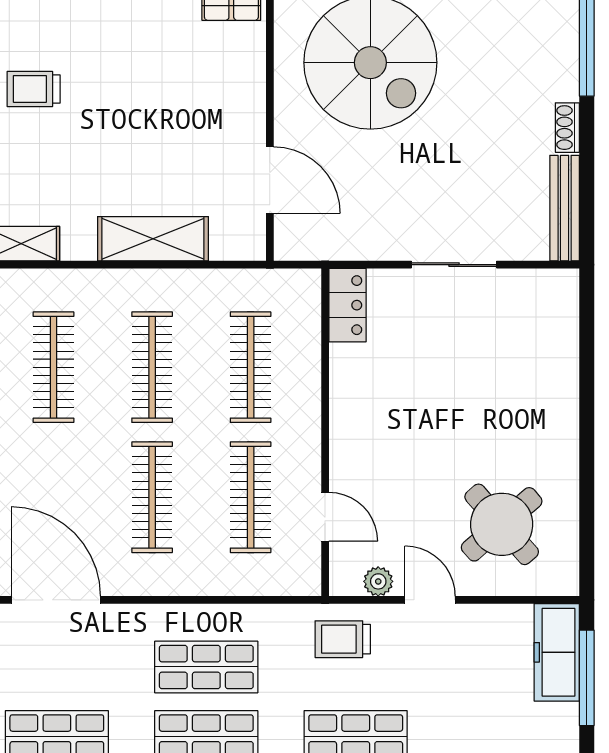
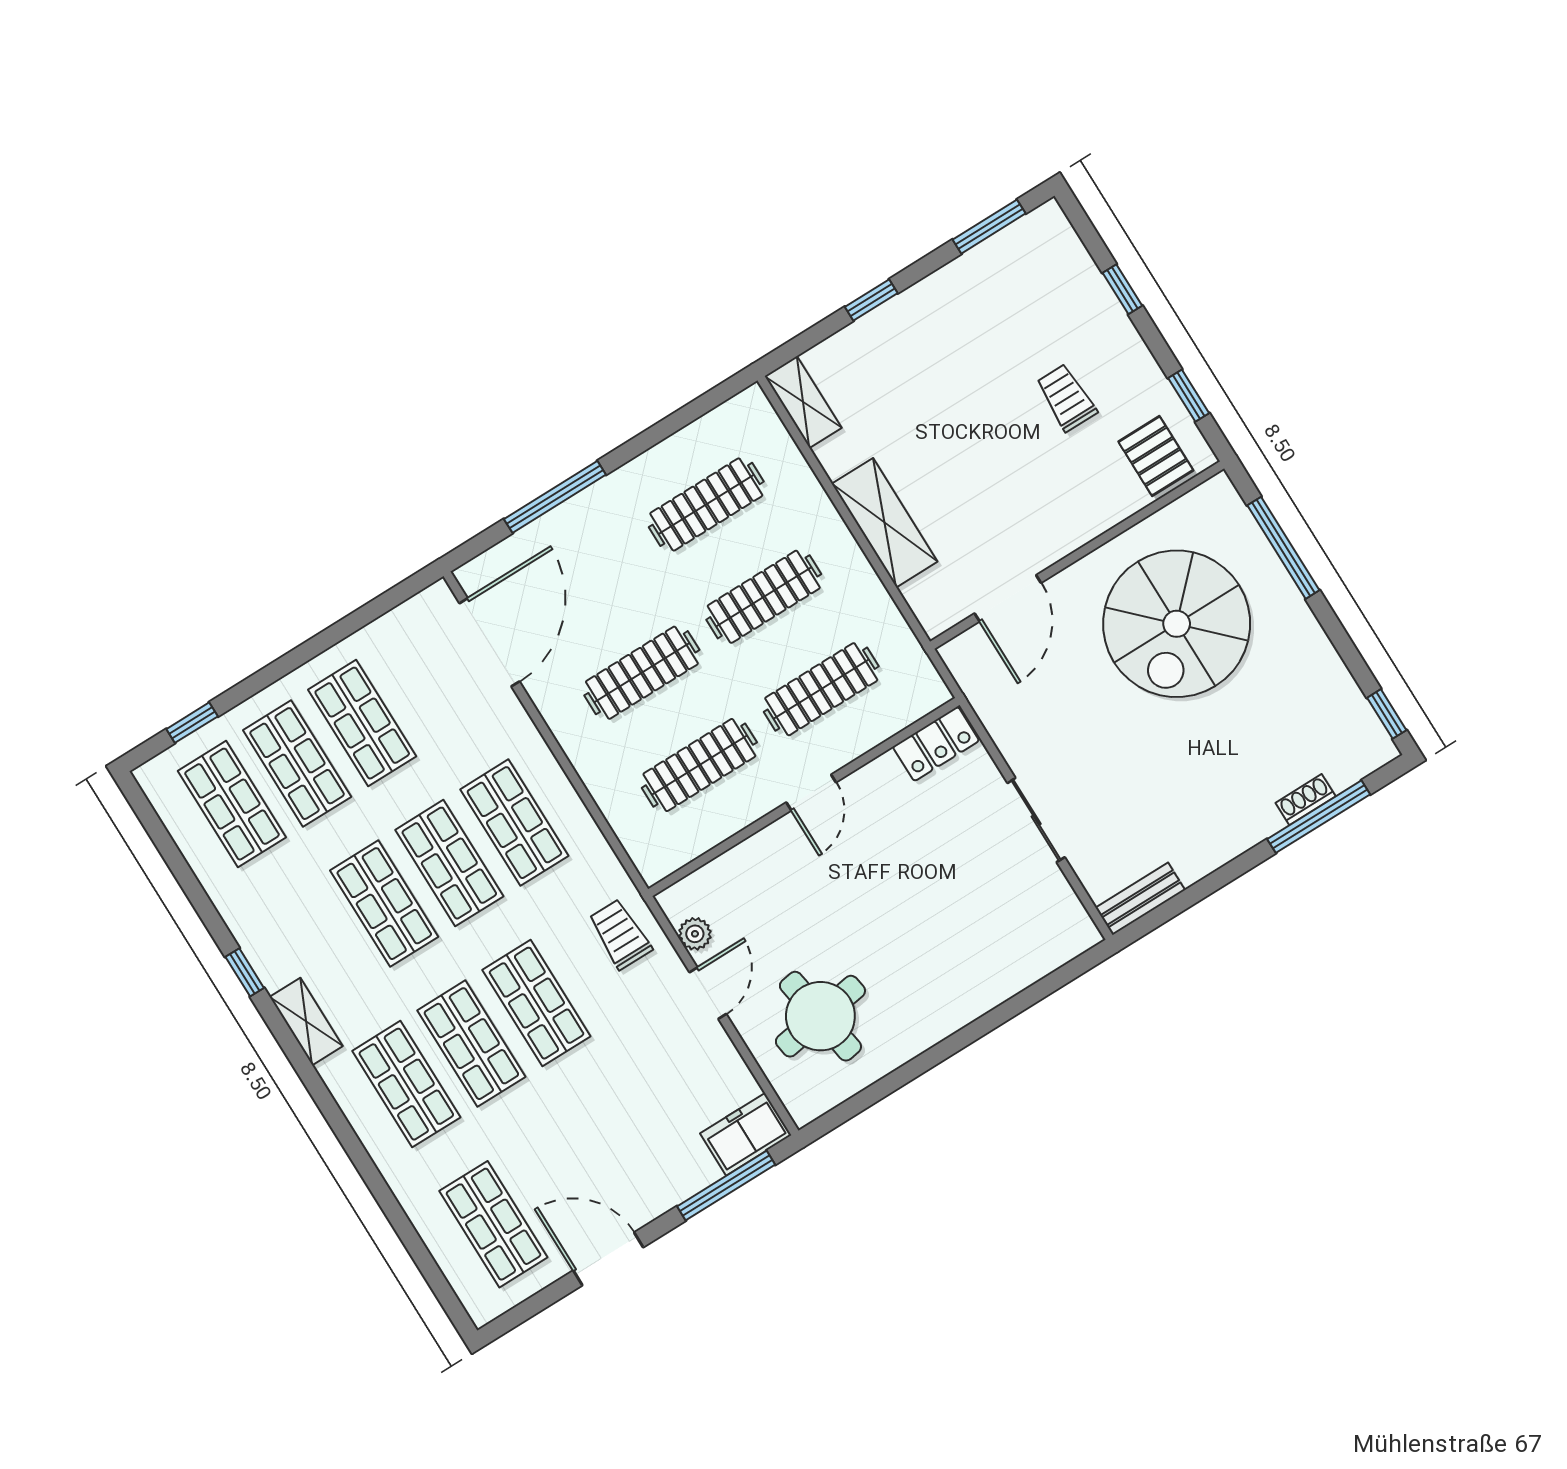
trolley: (34, 89) -> (1066, 398), moved
shoe rack: (567, 128) -> (1306, 800), moved
bench: (565, 208) -> (1140, 899), width x0.73
door: (325, 517) -> (811, 792), moved
round table: (502, 524) -> (820, 1016), turned 32
freezer: (557, 652) -> (746, 1134), width x0.71

